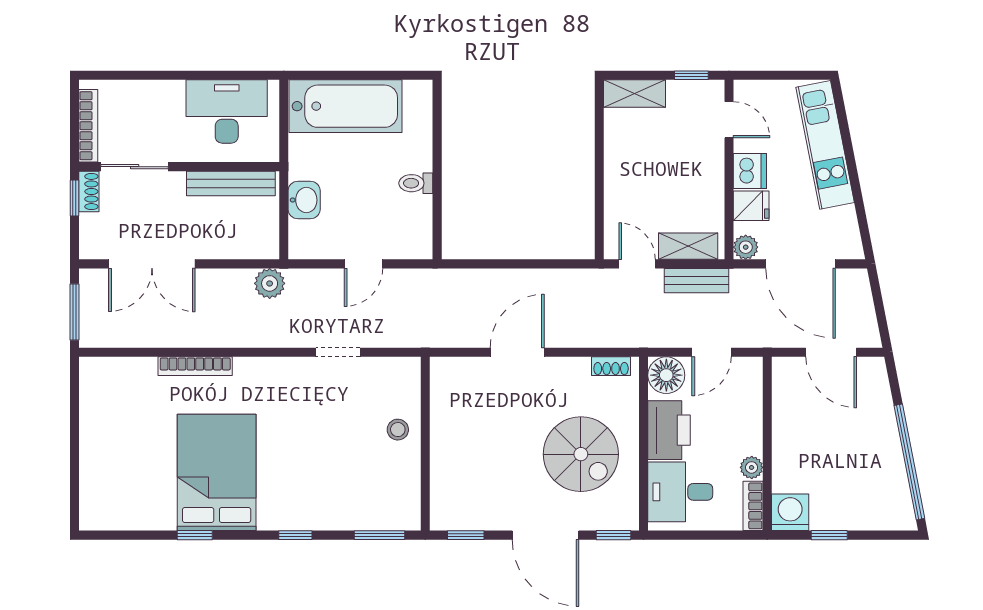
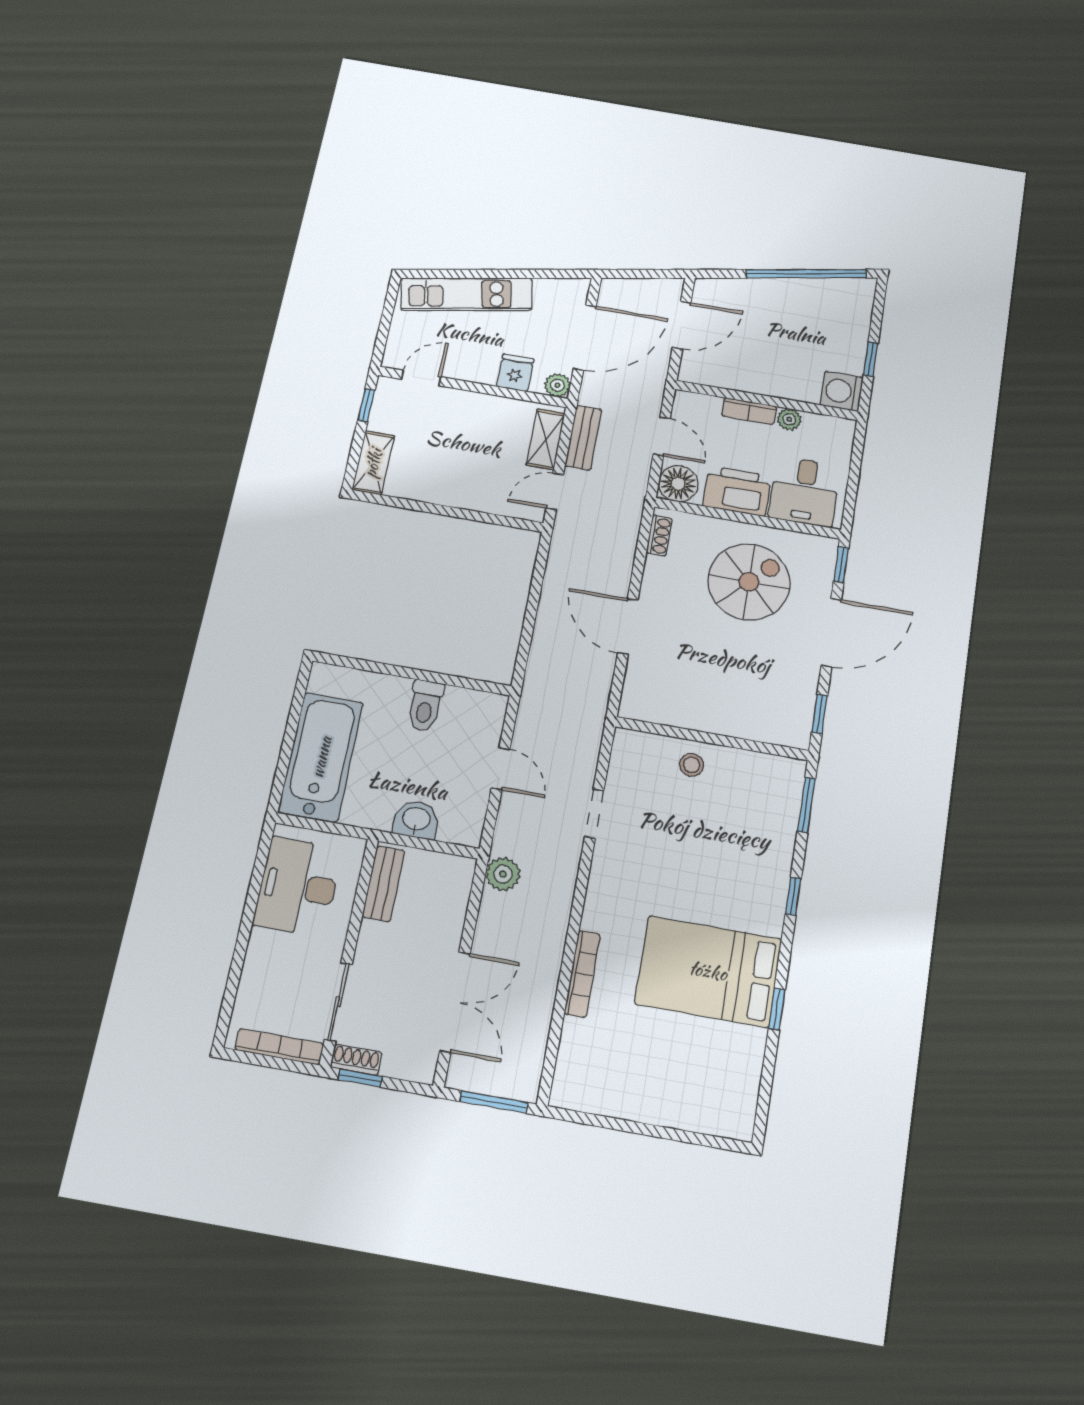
dishwasher: (750, 171) -> (479, 368), removed
bench: (231, 183) -> (383, 884), width x0.73
toilet: (416, 183) -> (425, 706), width x1.37, depth x1.39
bookcase: (753, 506) -> (749, 411), moved

